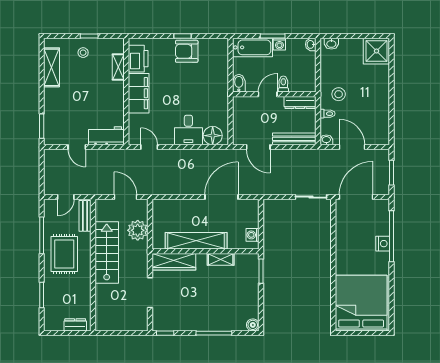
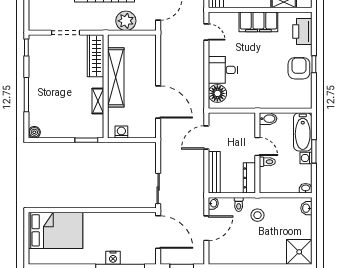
printer: (138, 59) -> (302, 31), moved, turned 90
door: (149, 147) -> (206, 32), hinge flipped
bed: (361, 303) -> (55, 230), width x0.73

